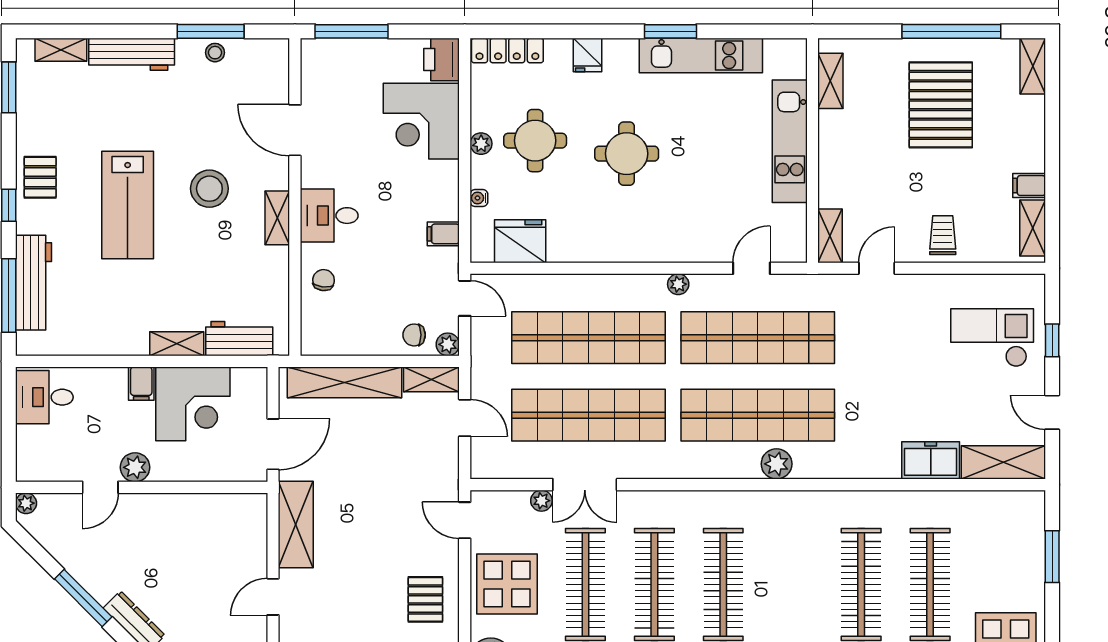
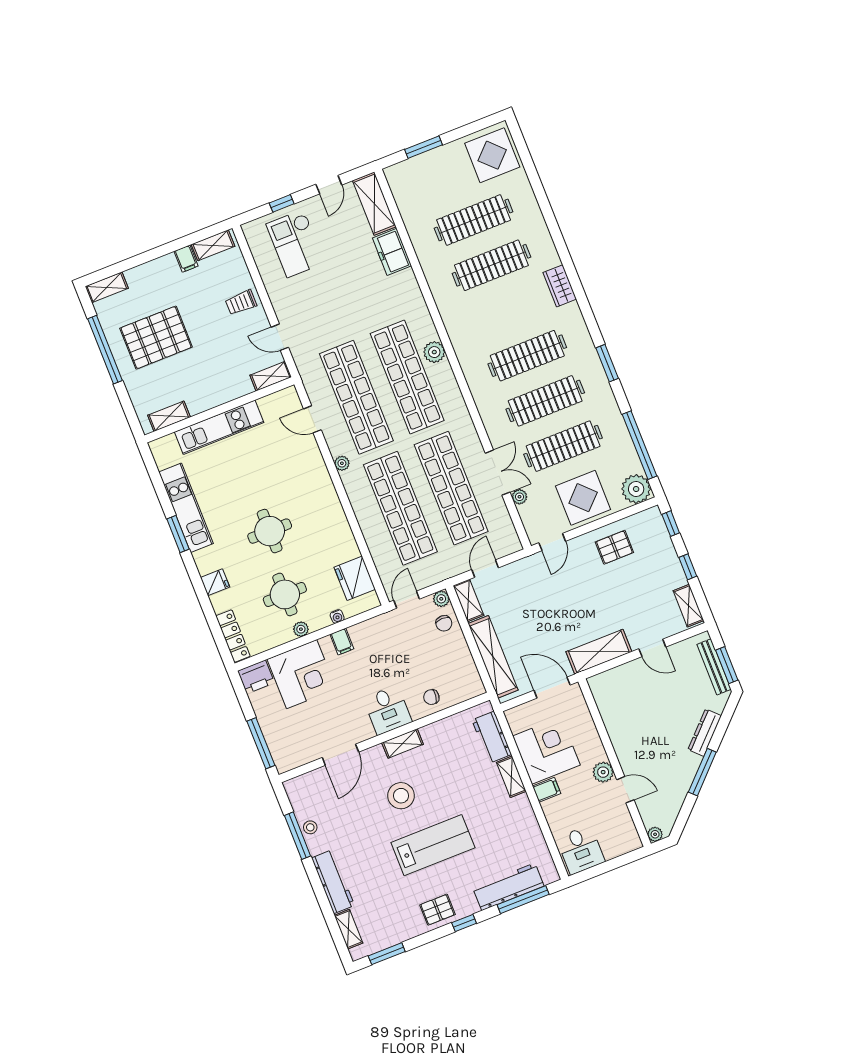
filing cabinet: (443, 234) -> (342, 642), moved

